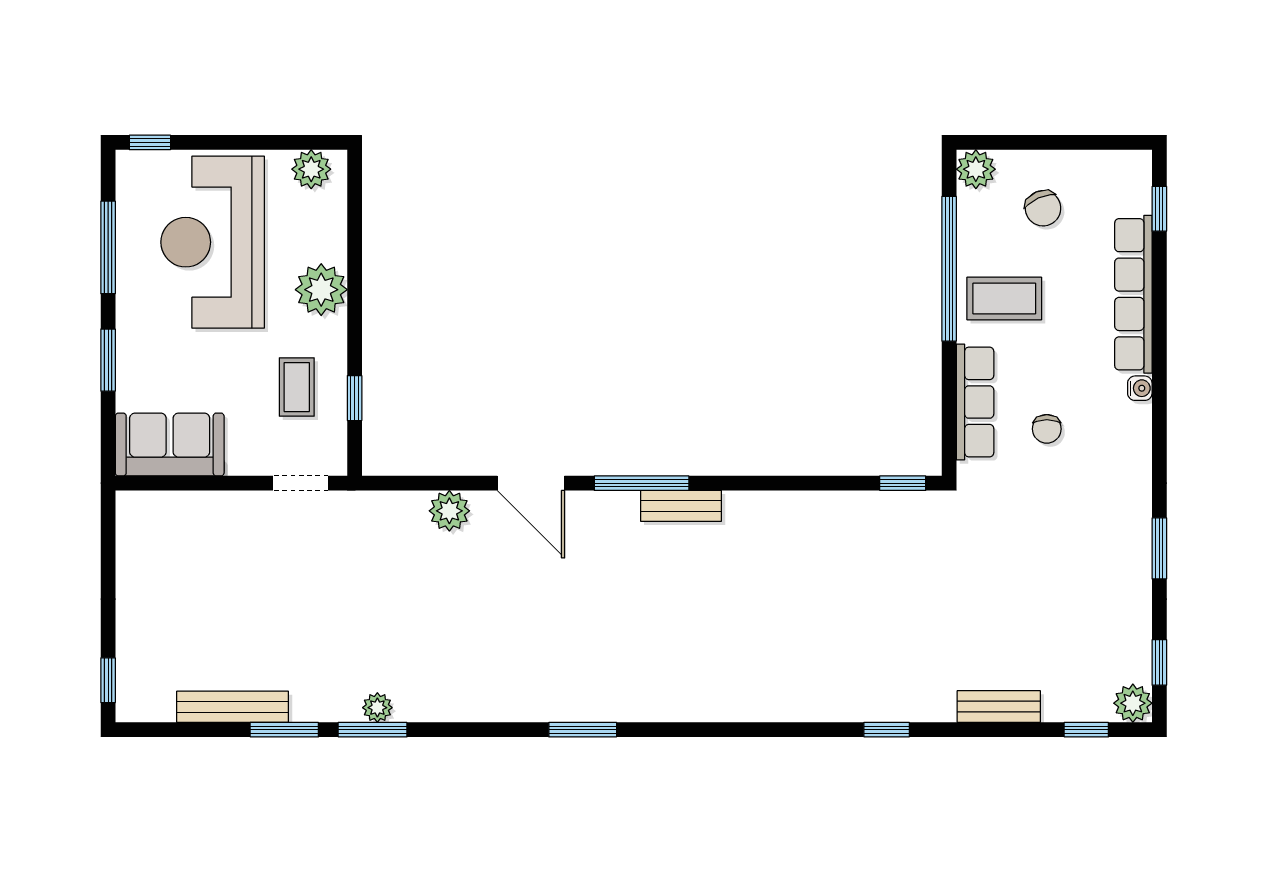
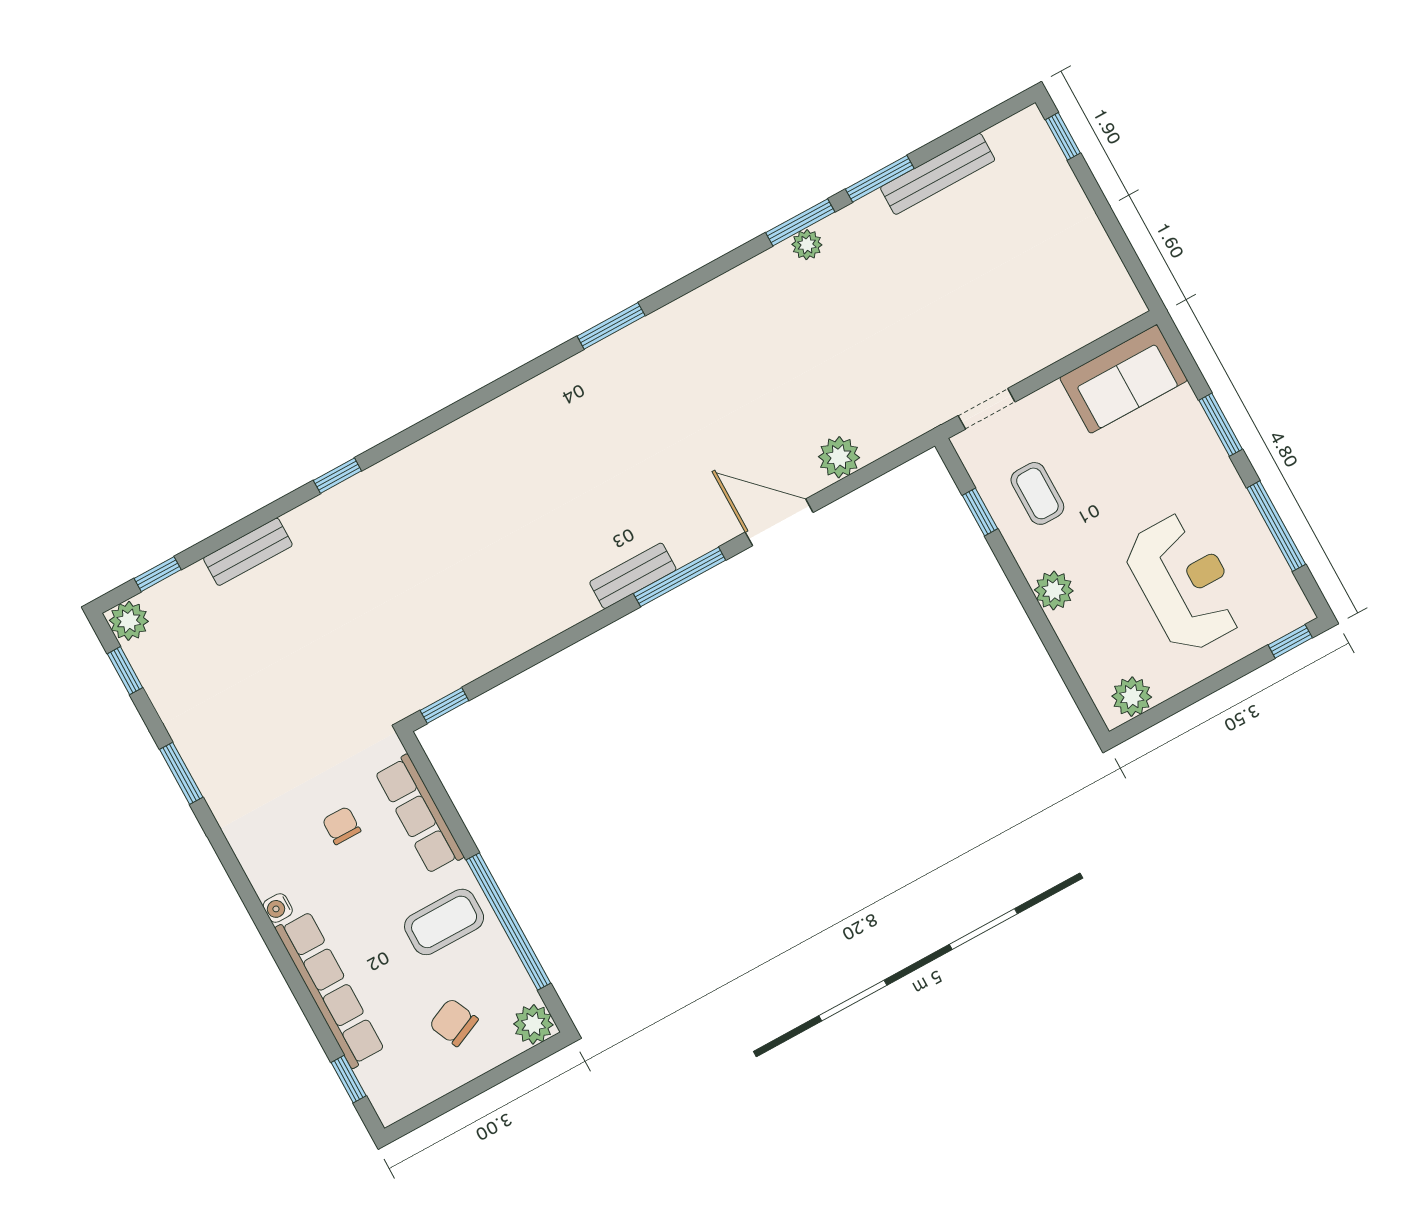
reception desk: (213, 242) -> (1185, 582), width x0.74, depth x0.77
plant: (321, 290) -> (1054, 590), width x0.73, depth x0.73

